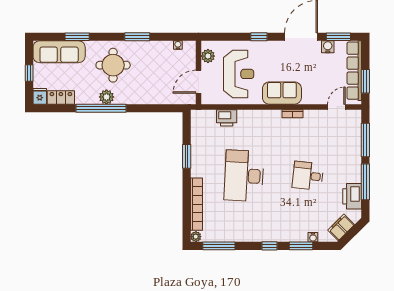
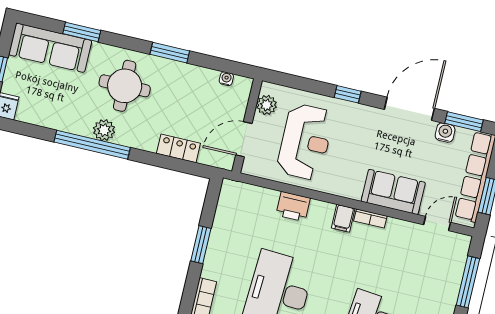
sofa: (282, 93) -> (393, 192), moved
locker: (61, 97) -> (178, 148), moved
printer: (227, 118) -> (293, 207), moved
filing cabinet: (275, 118) -> (343, 218), added

